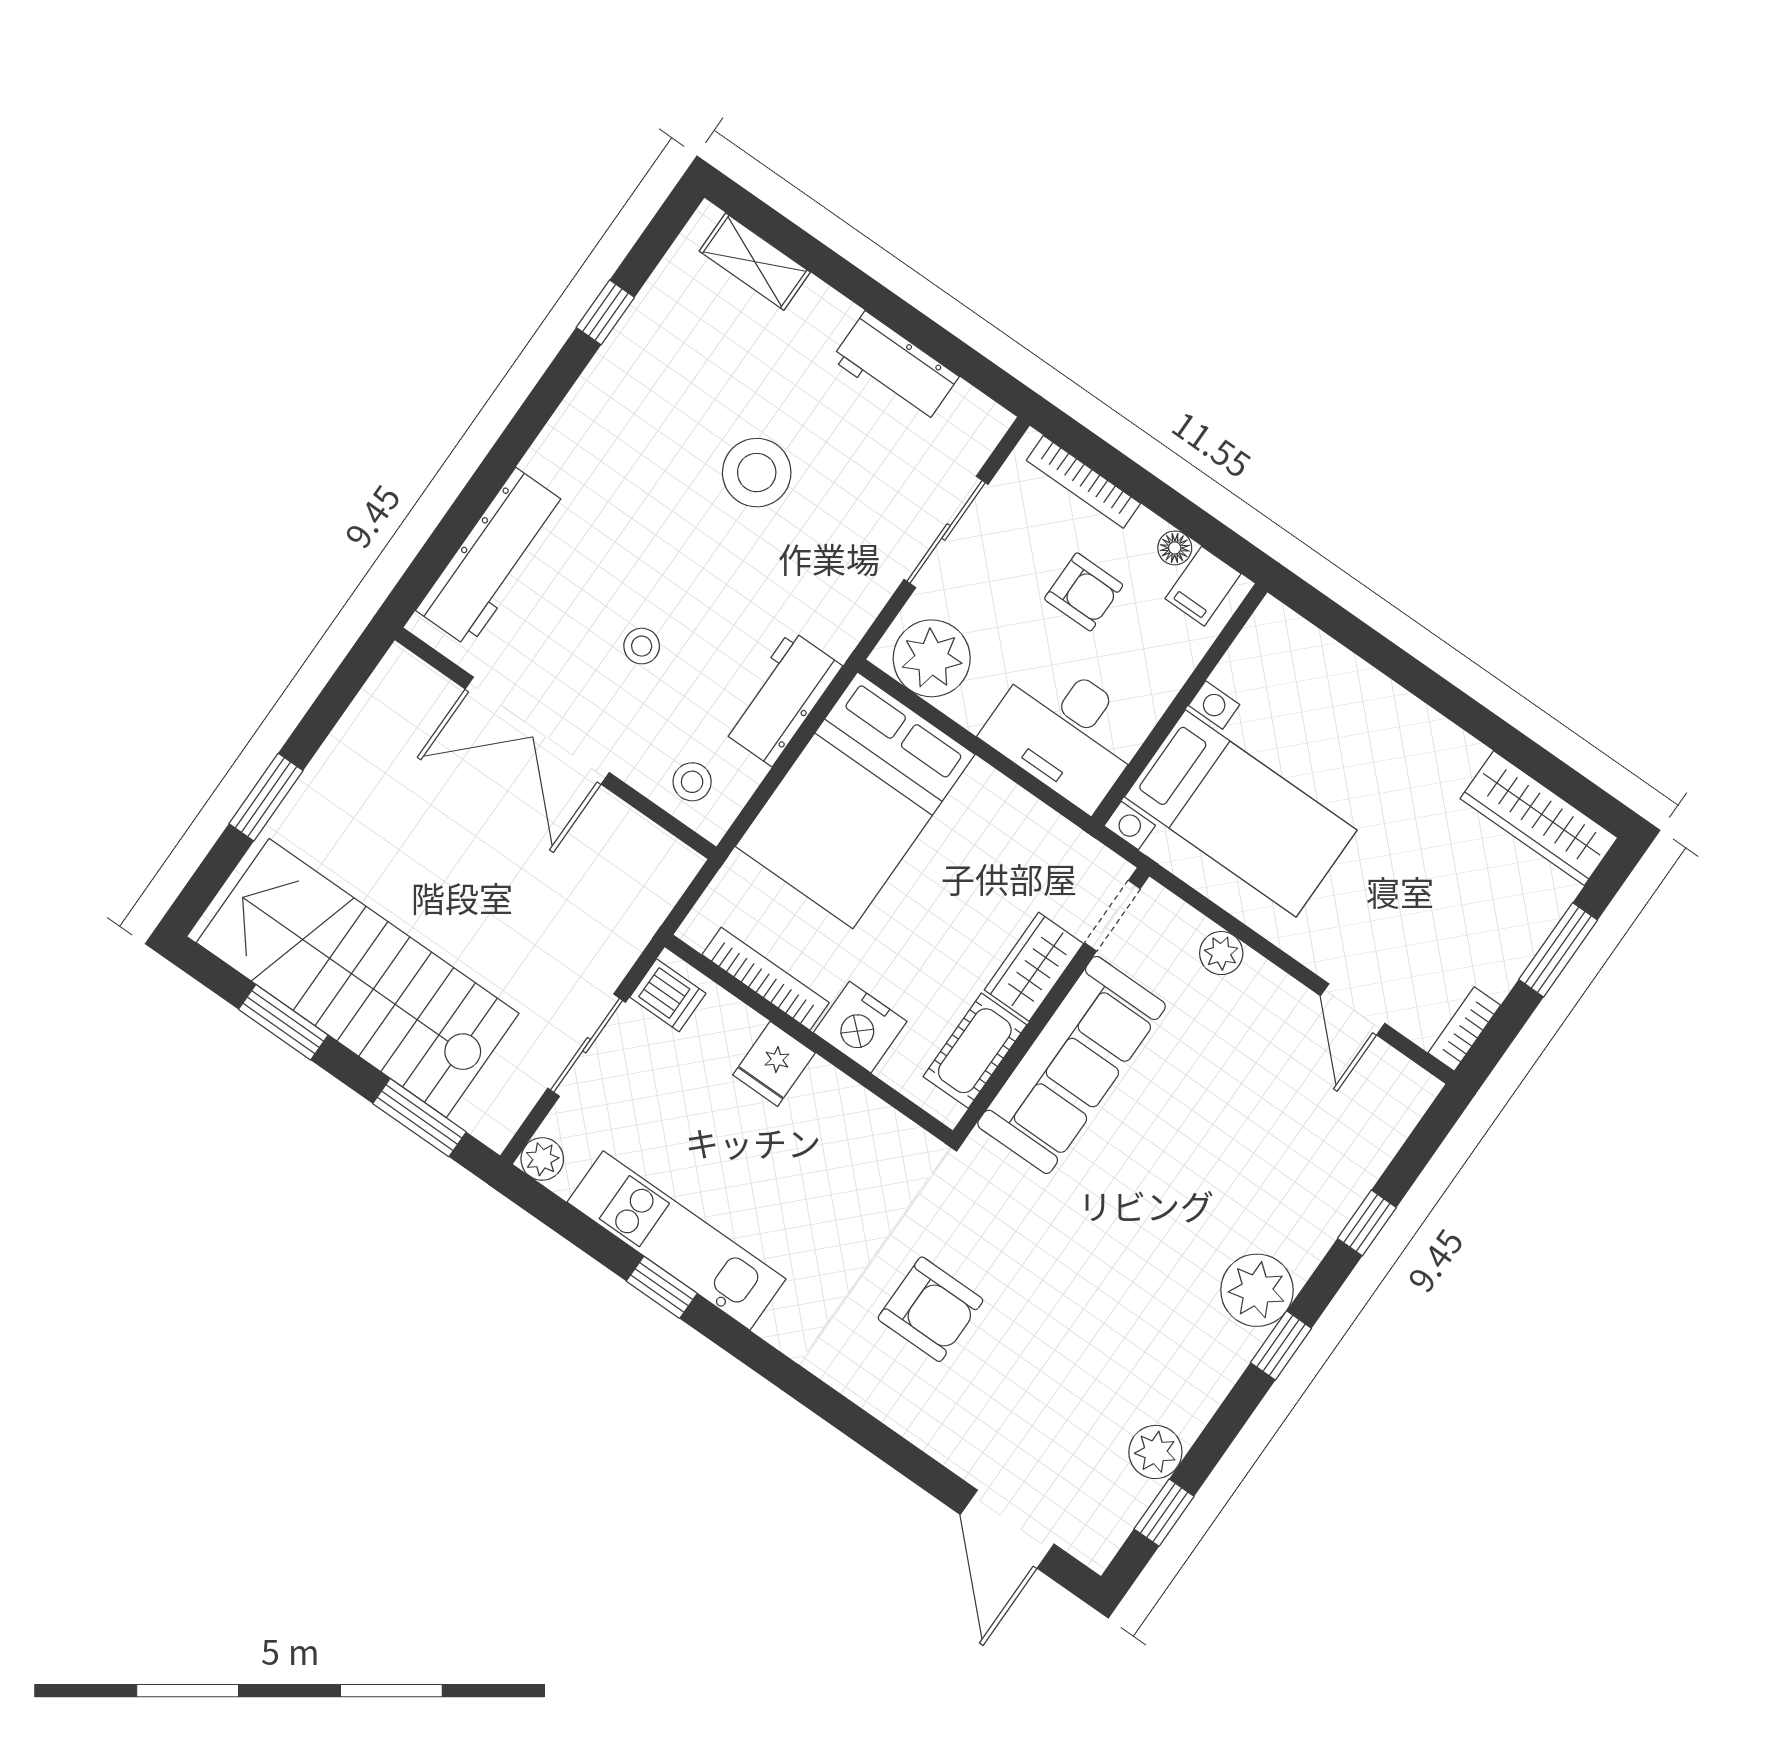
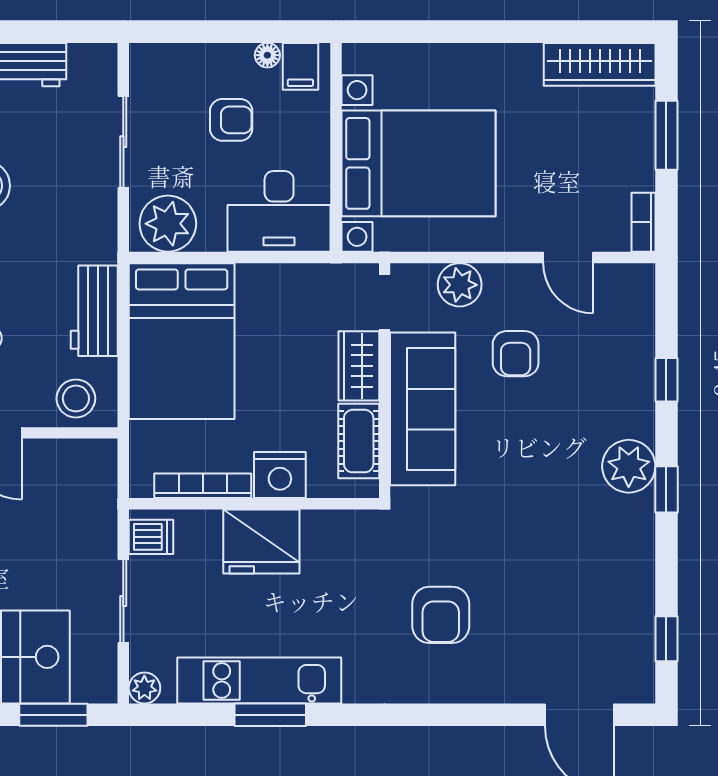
bookcase: (1083, 482) -> (185, 54), removed
stool: (692, 782) -> (76, 398), width x1.37, depth x1.37
bed with nightstands: (1241, 813) -> (419, 163), width x1.36
plant: (1221, 953) -> (460, 285), width x1.38, depth x1.38
fridge: (774, 1064) -> (261, 542), width x1.88, depth x1.34
armchair: (1219, 1076) -> (516, 354), added
window: (662, 1287) -> (270, 715), width x1.50
armchair: (930, 1309) -> (441, 615), turned 90
plant: (1155, 1452) -> (636, 606), removed

